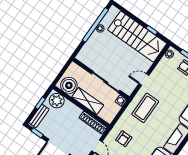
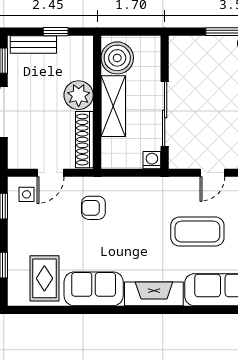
door: (144, 80) -> (212, 173), swing flipped
plant: (57, 101) -> (79, 95), moved
coffee table: (145, 108) -> (197, 232), moved

